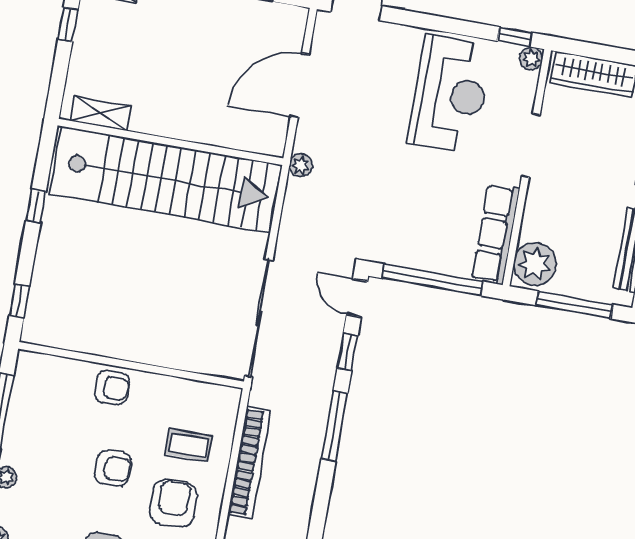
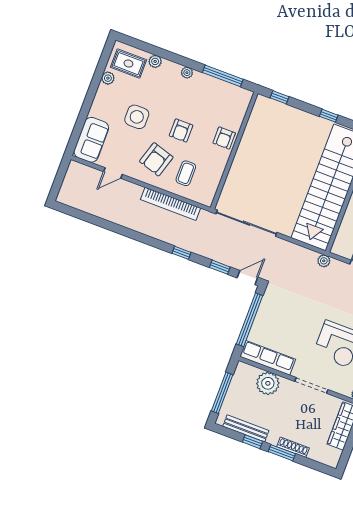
plant: (535, 264) -> (268, 383), moved
window: (334, 426) -> (181, 253), width x0.46
armchair: (174, 503) -> (156, 159), turned 107

